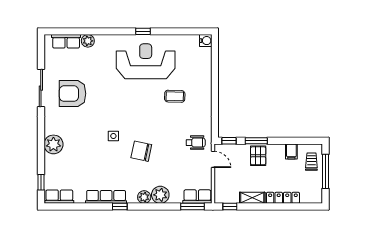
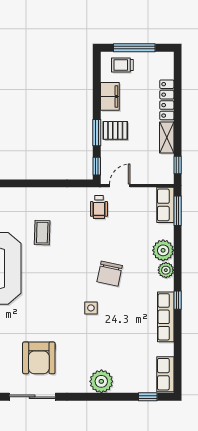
wheelchair: (196, 143) -> (99, 207), turned 180
filing cabinet: (291, 151) -> (110, 96), width x2.00

